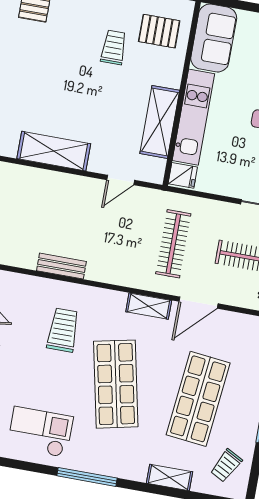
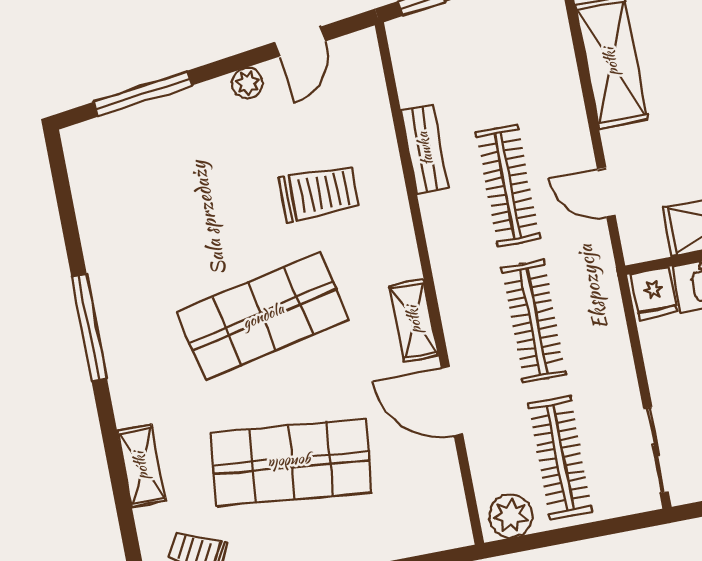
clothes rail: (97, 230) -> (508, 186), added
clothes rail: (173, 244) -> (534, 321), turned 90
checkout: (40, 432) -> (134, 221), removed

